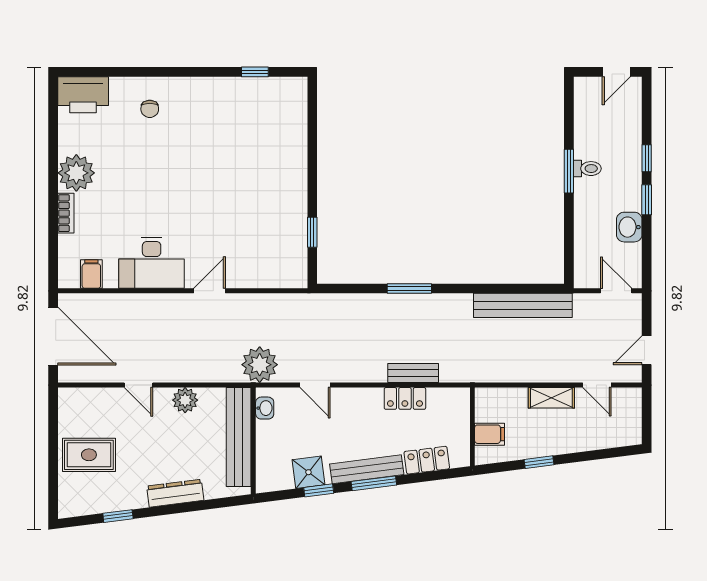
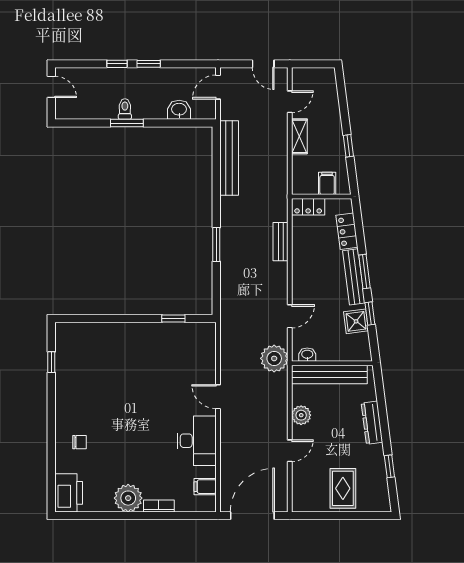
washbasin: (629, 227) -> (179, 110), moved, turned 180
locker: (405, 398) -> (308, 207), moved, turned 90

